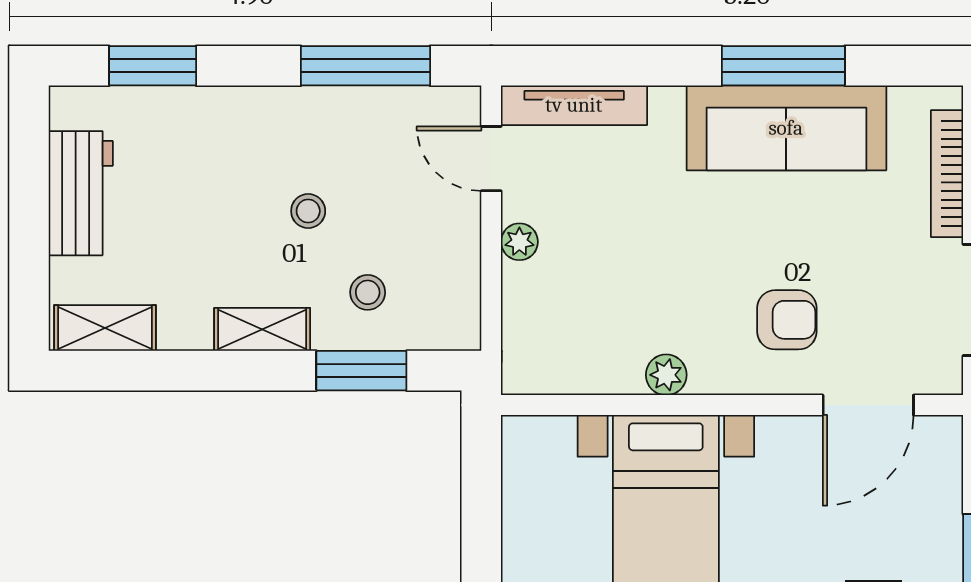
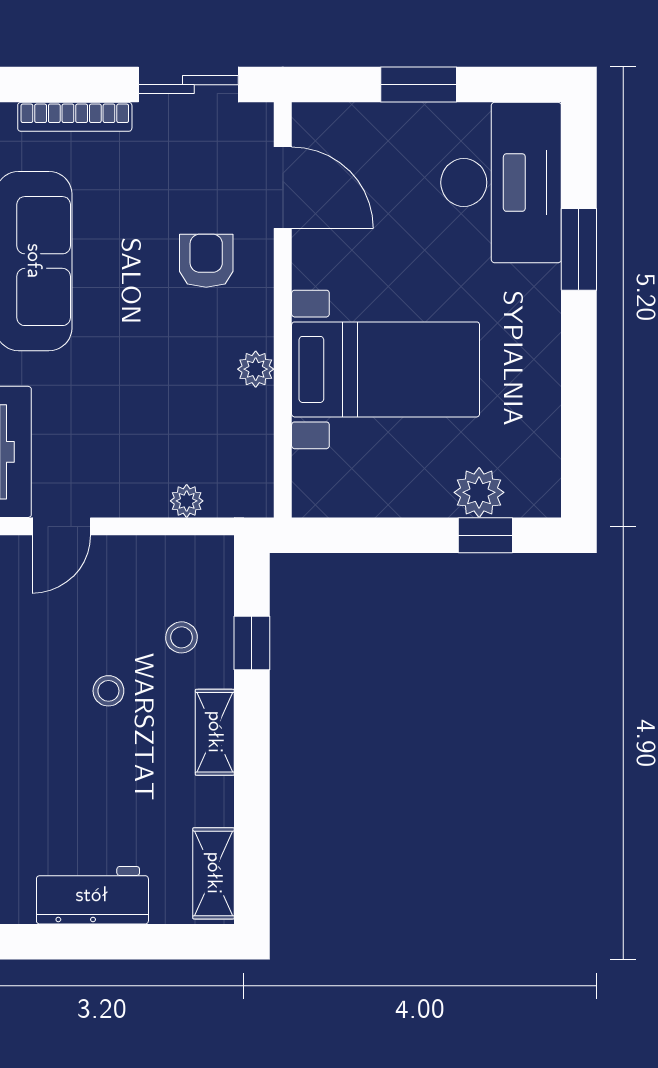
plant: (519, 242) -> (187, 501), moved
window: (361, 371) -> (252, 643), width x0.67

